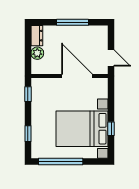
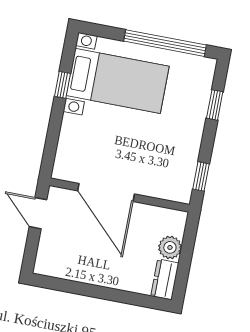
window: (72, 22) -> (95, 291), removed
bed with nightstands: (82, 129) -> (118, 81), width x0.73

